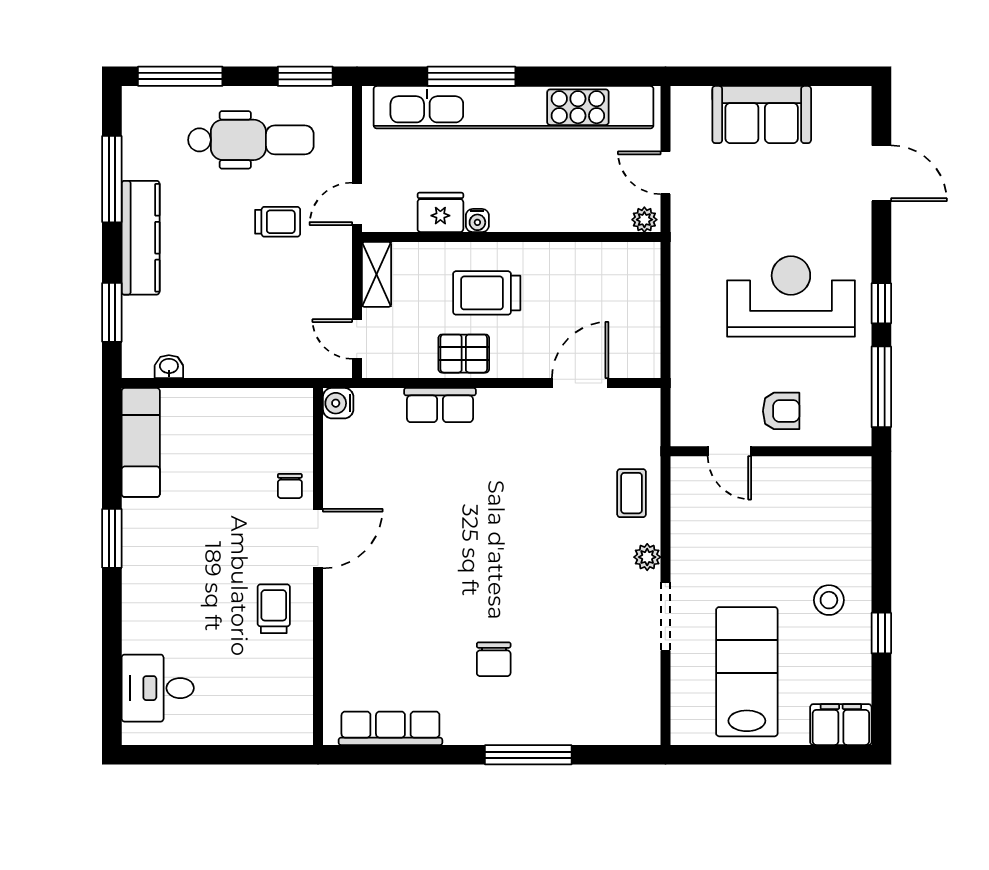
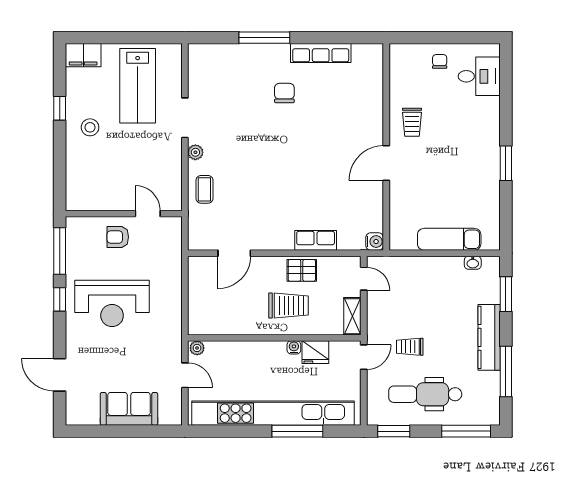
exam couch: (141, 442) -> (449, 239), moved, turned 90
chair: (290, 486) -> (440, 61), moved
row of seats: (390, 728) -> (321, 53), moved

